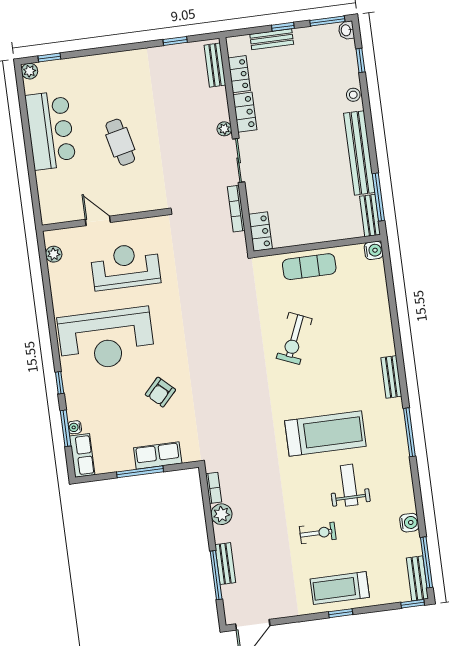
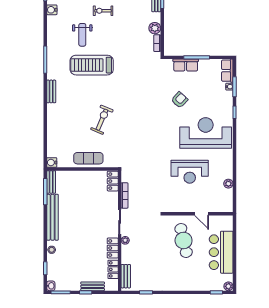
cafe table: (120, 142) -> (184, 241), width x1.37, depth x1.35
wall: (104, 220) -> (198, 214), moved
door: (98, 221) -> (202, 214), moved

